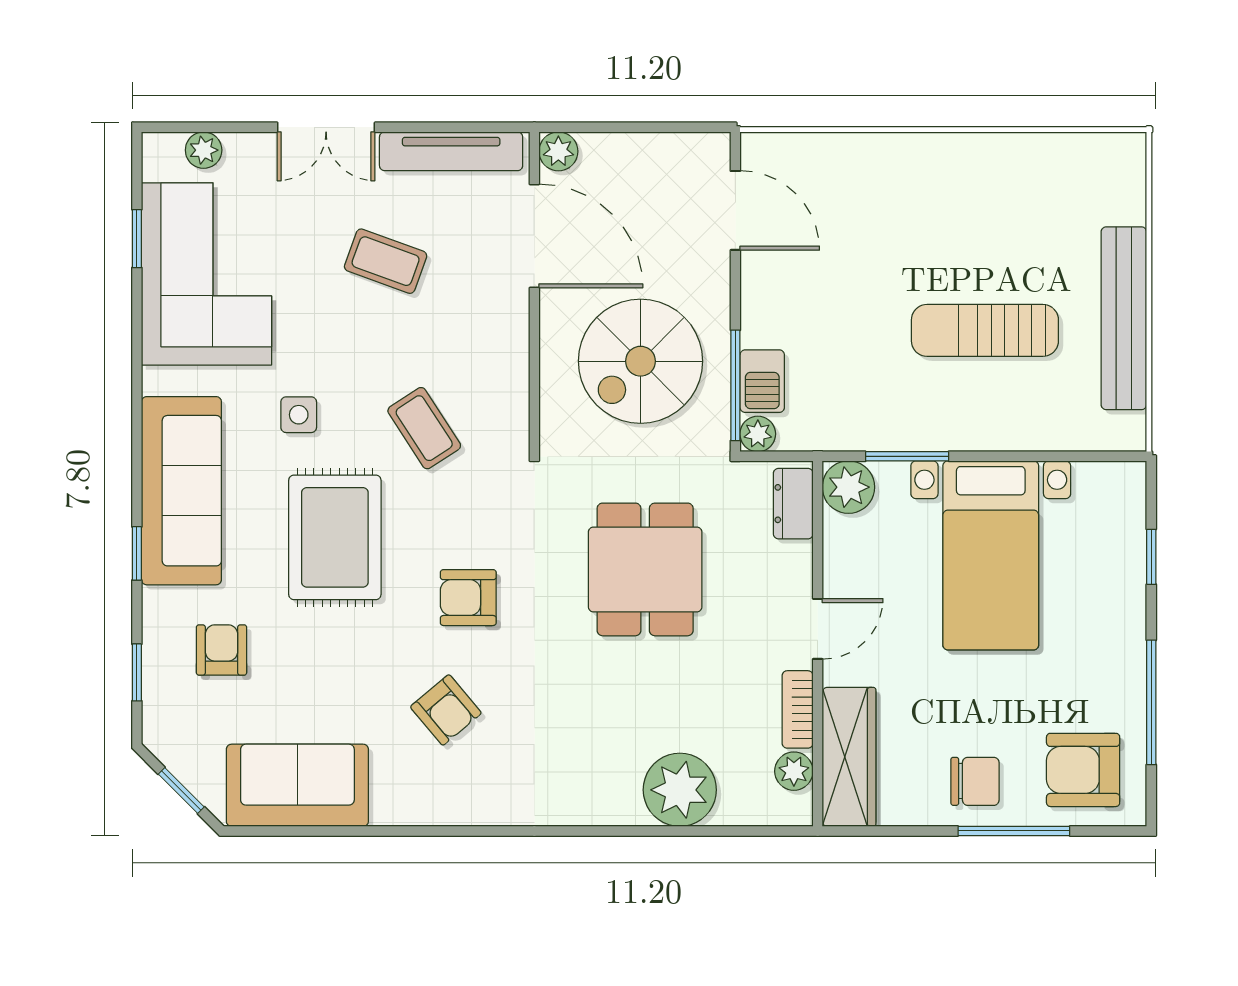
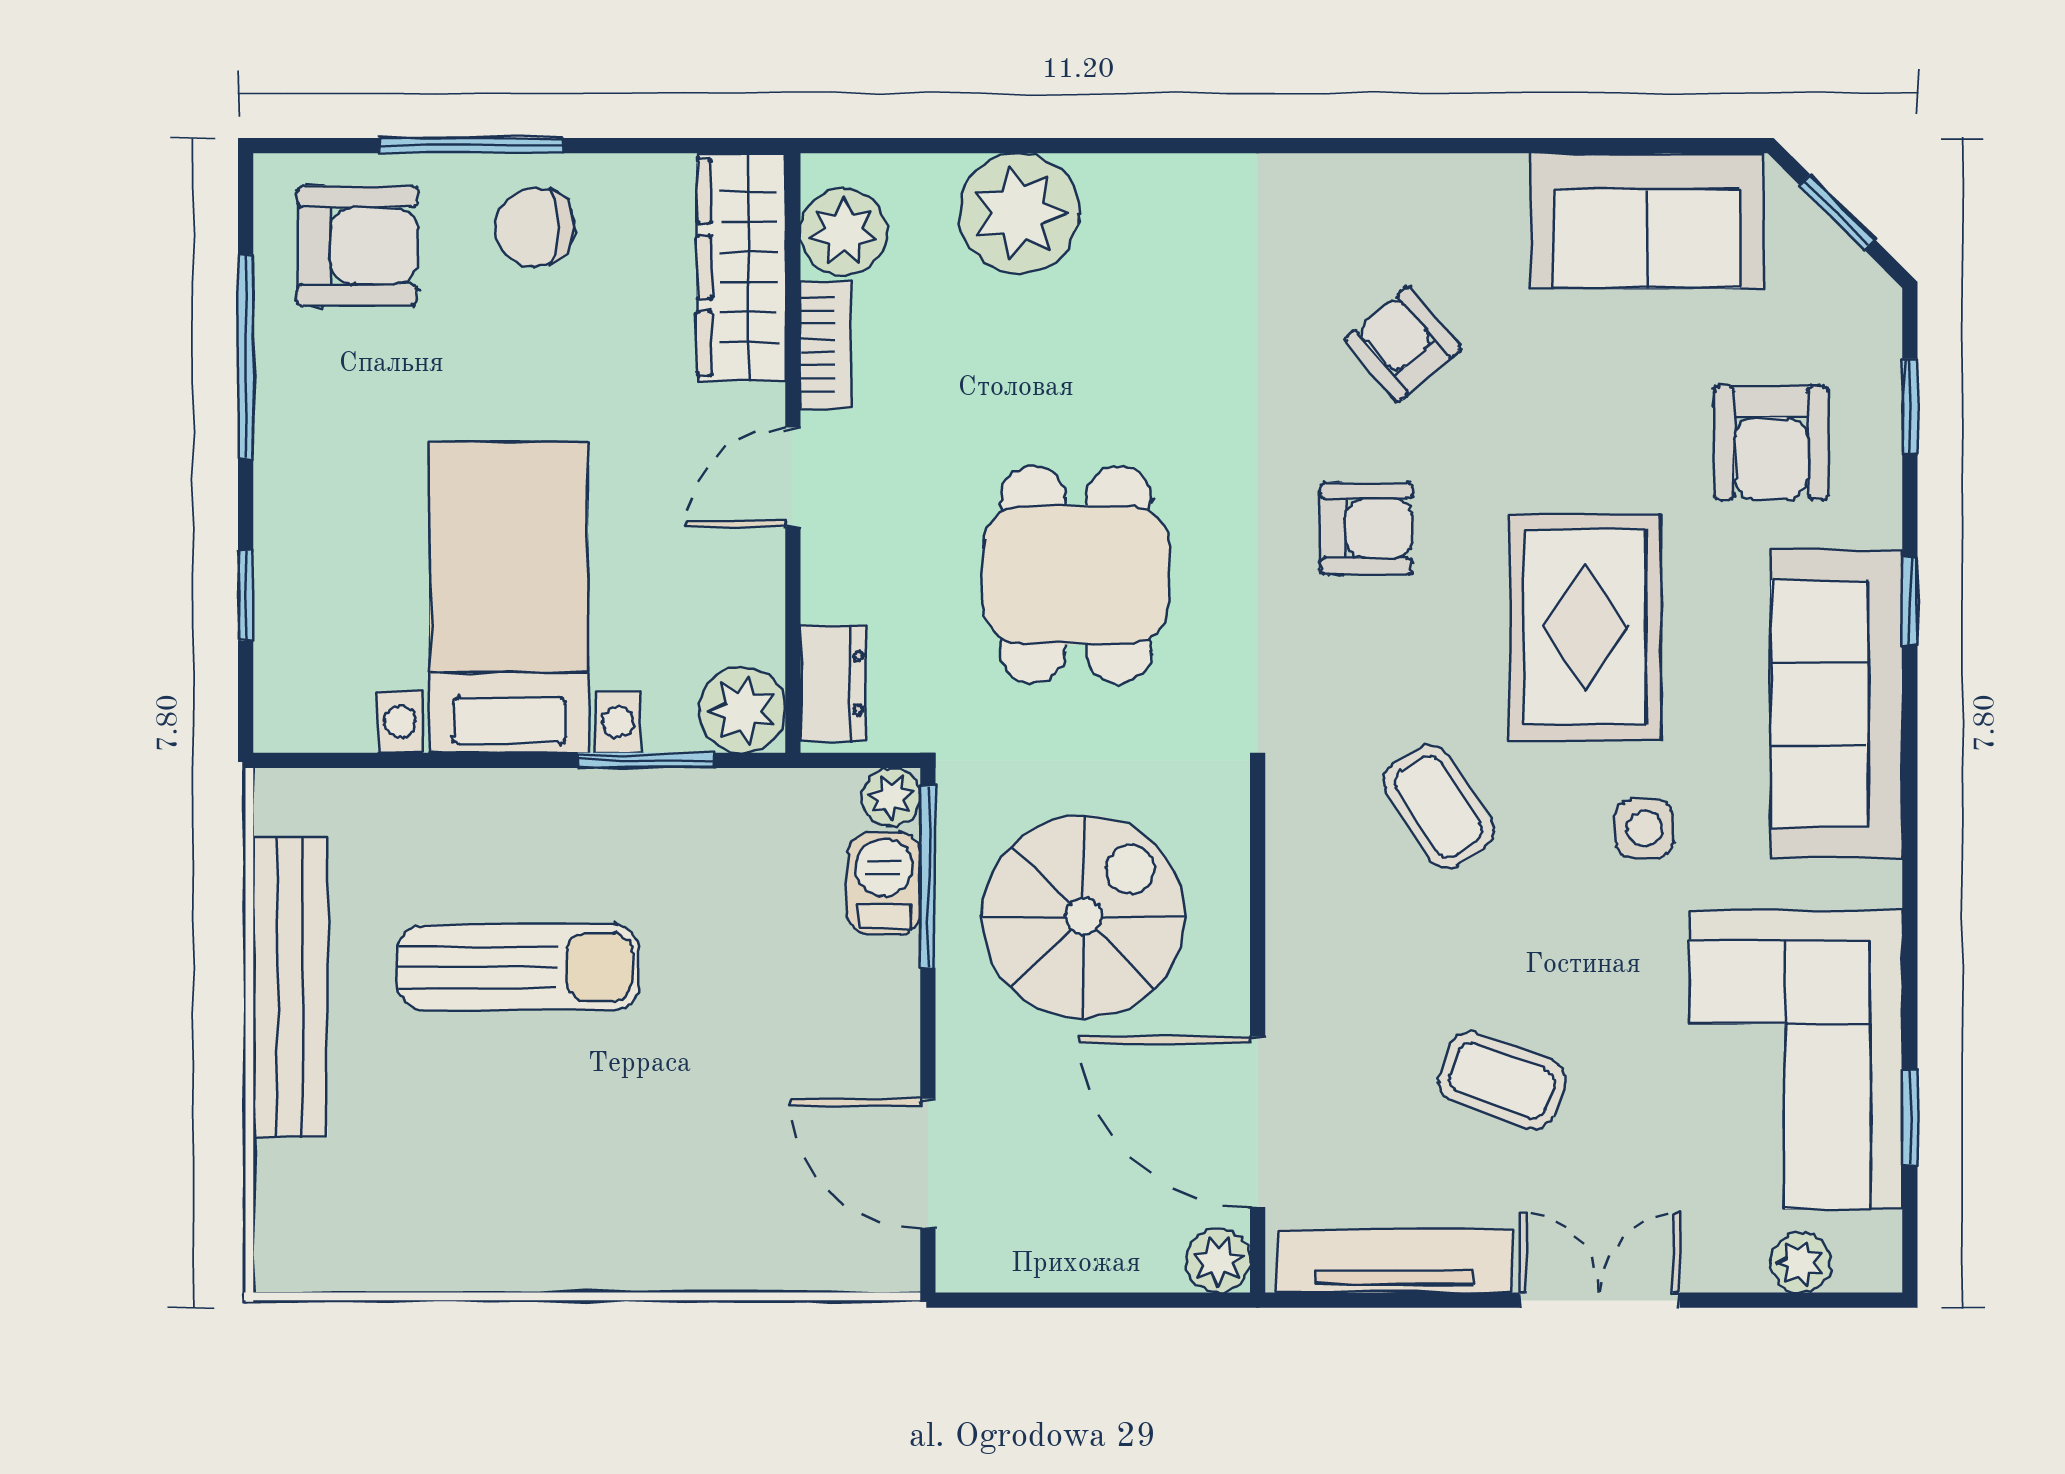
armchair: (222, 650) -> (1771, 443), width x1.38, depth x1.38
plant: (794, 771) -> (844, 232), width x1.38, depth x1.38

